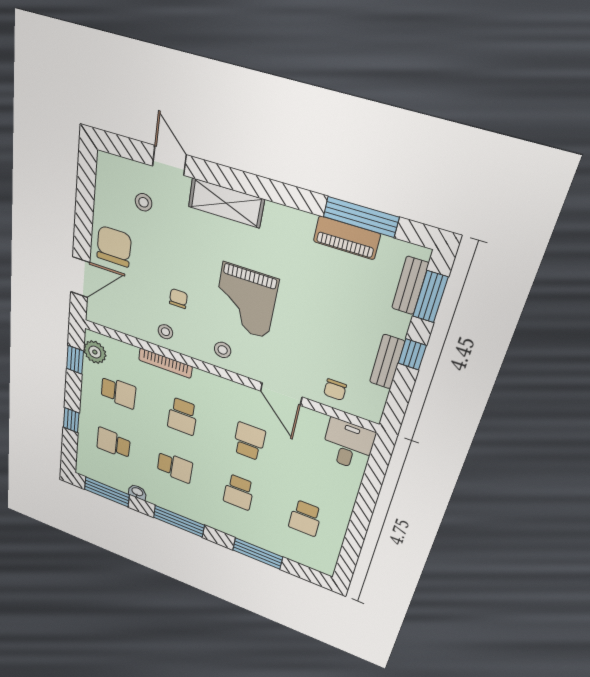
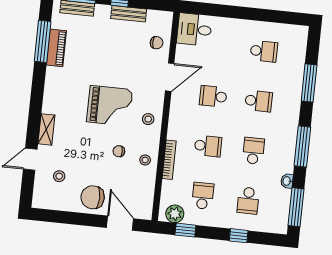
shelving: (226, 203) -> (46, 129), width x0.67, depth x0.75

